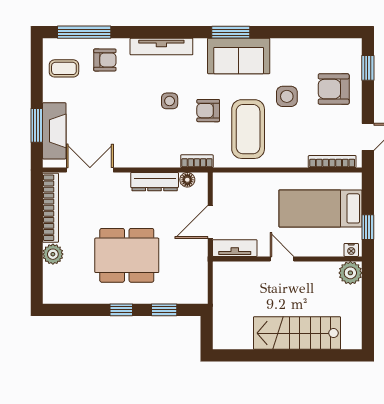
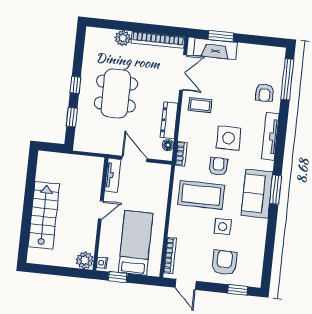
coffee table: (64, 68) -> (200, 105), moved, turned 90
side table: (170, 101) -> (229, 138), width x1.87, depth x1.87

